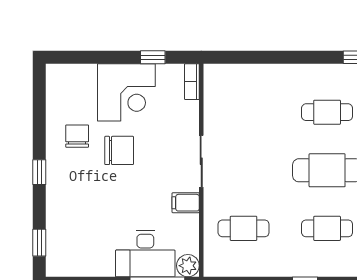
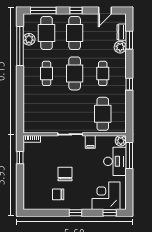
corner desk: (126, 92) -> (106, 196), moved, turned -90
cafe table: (244, 228) -> (103, 114), width x1.37, depth x1.35

